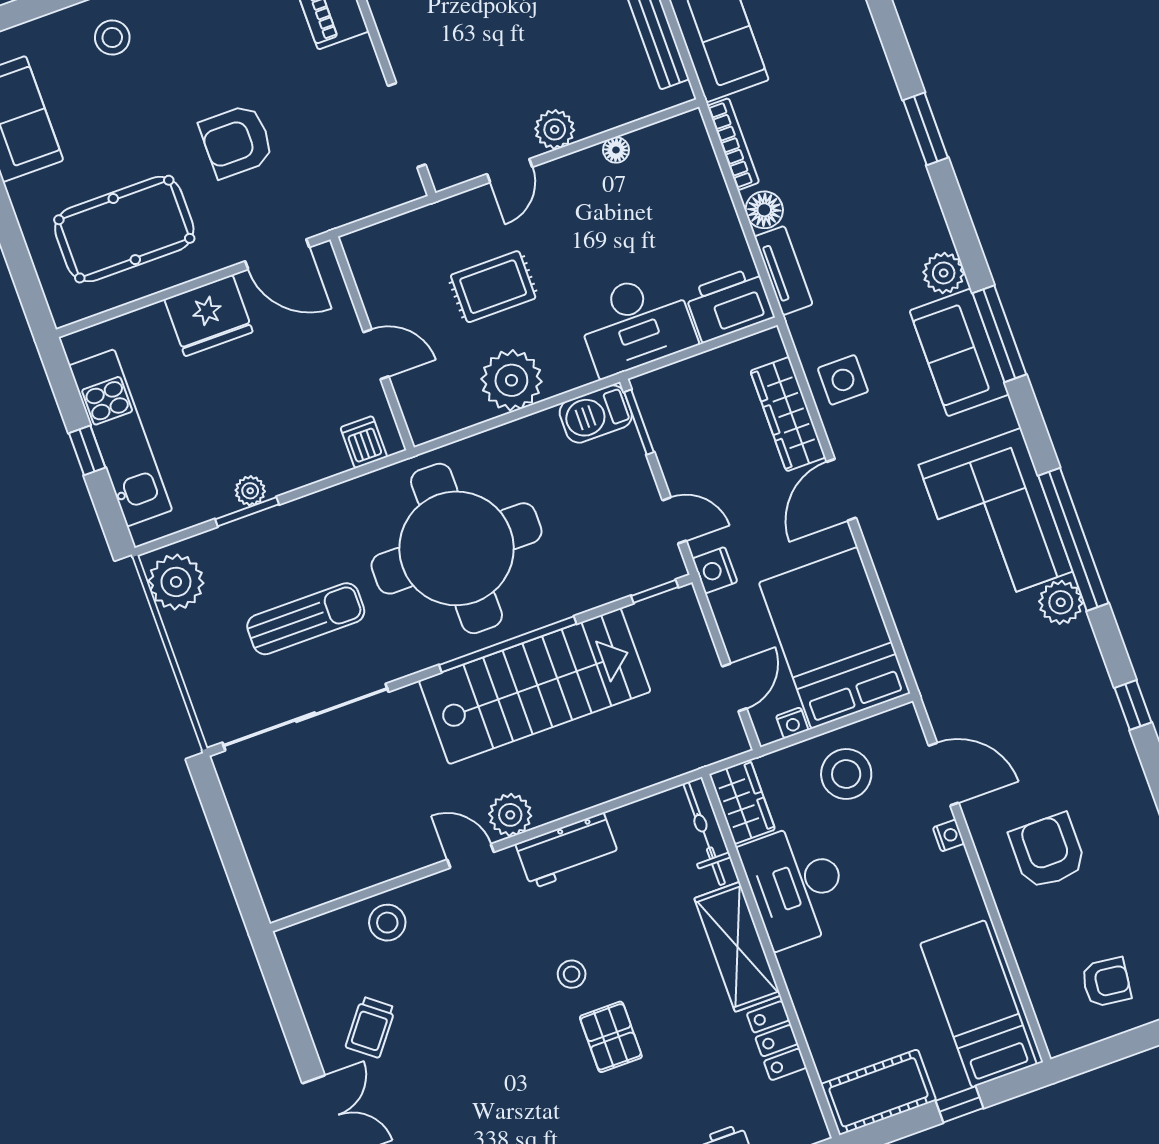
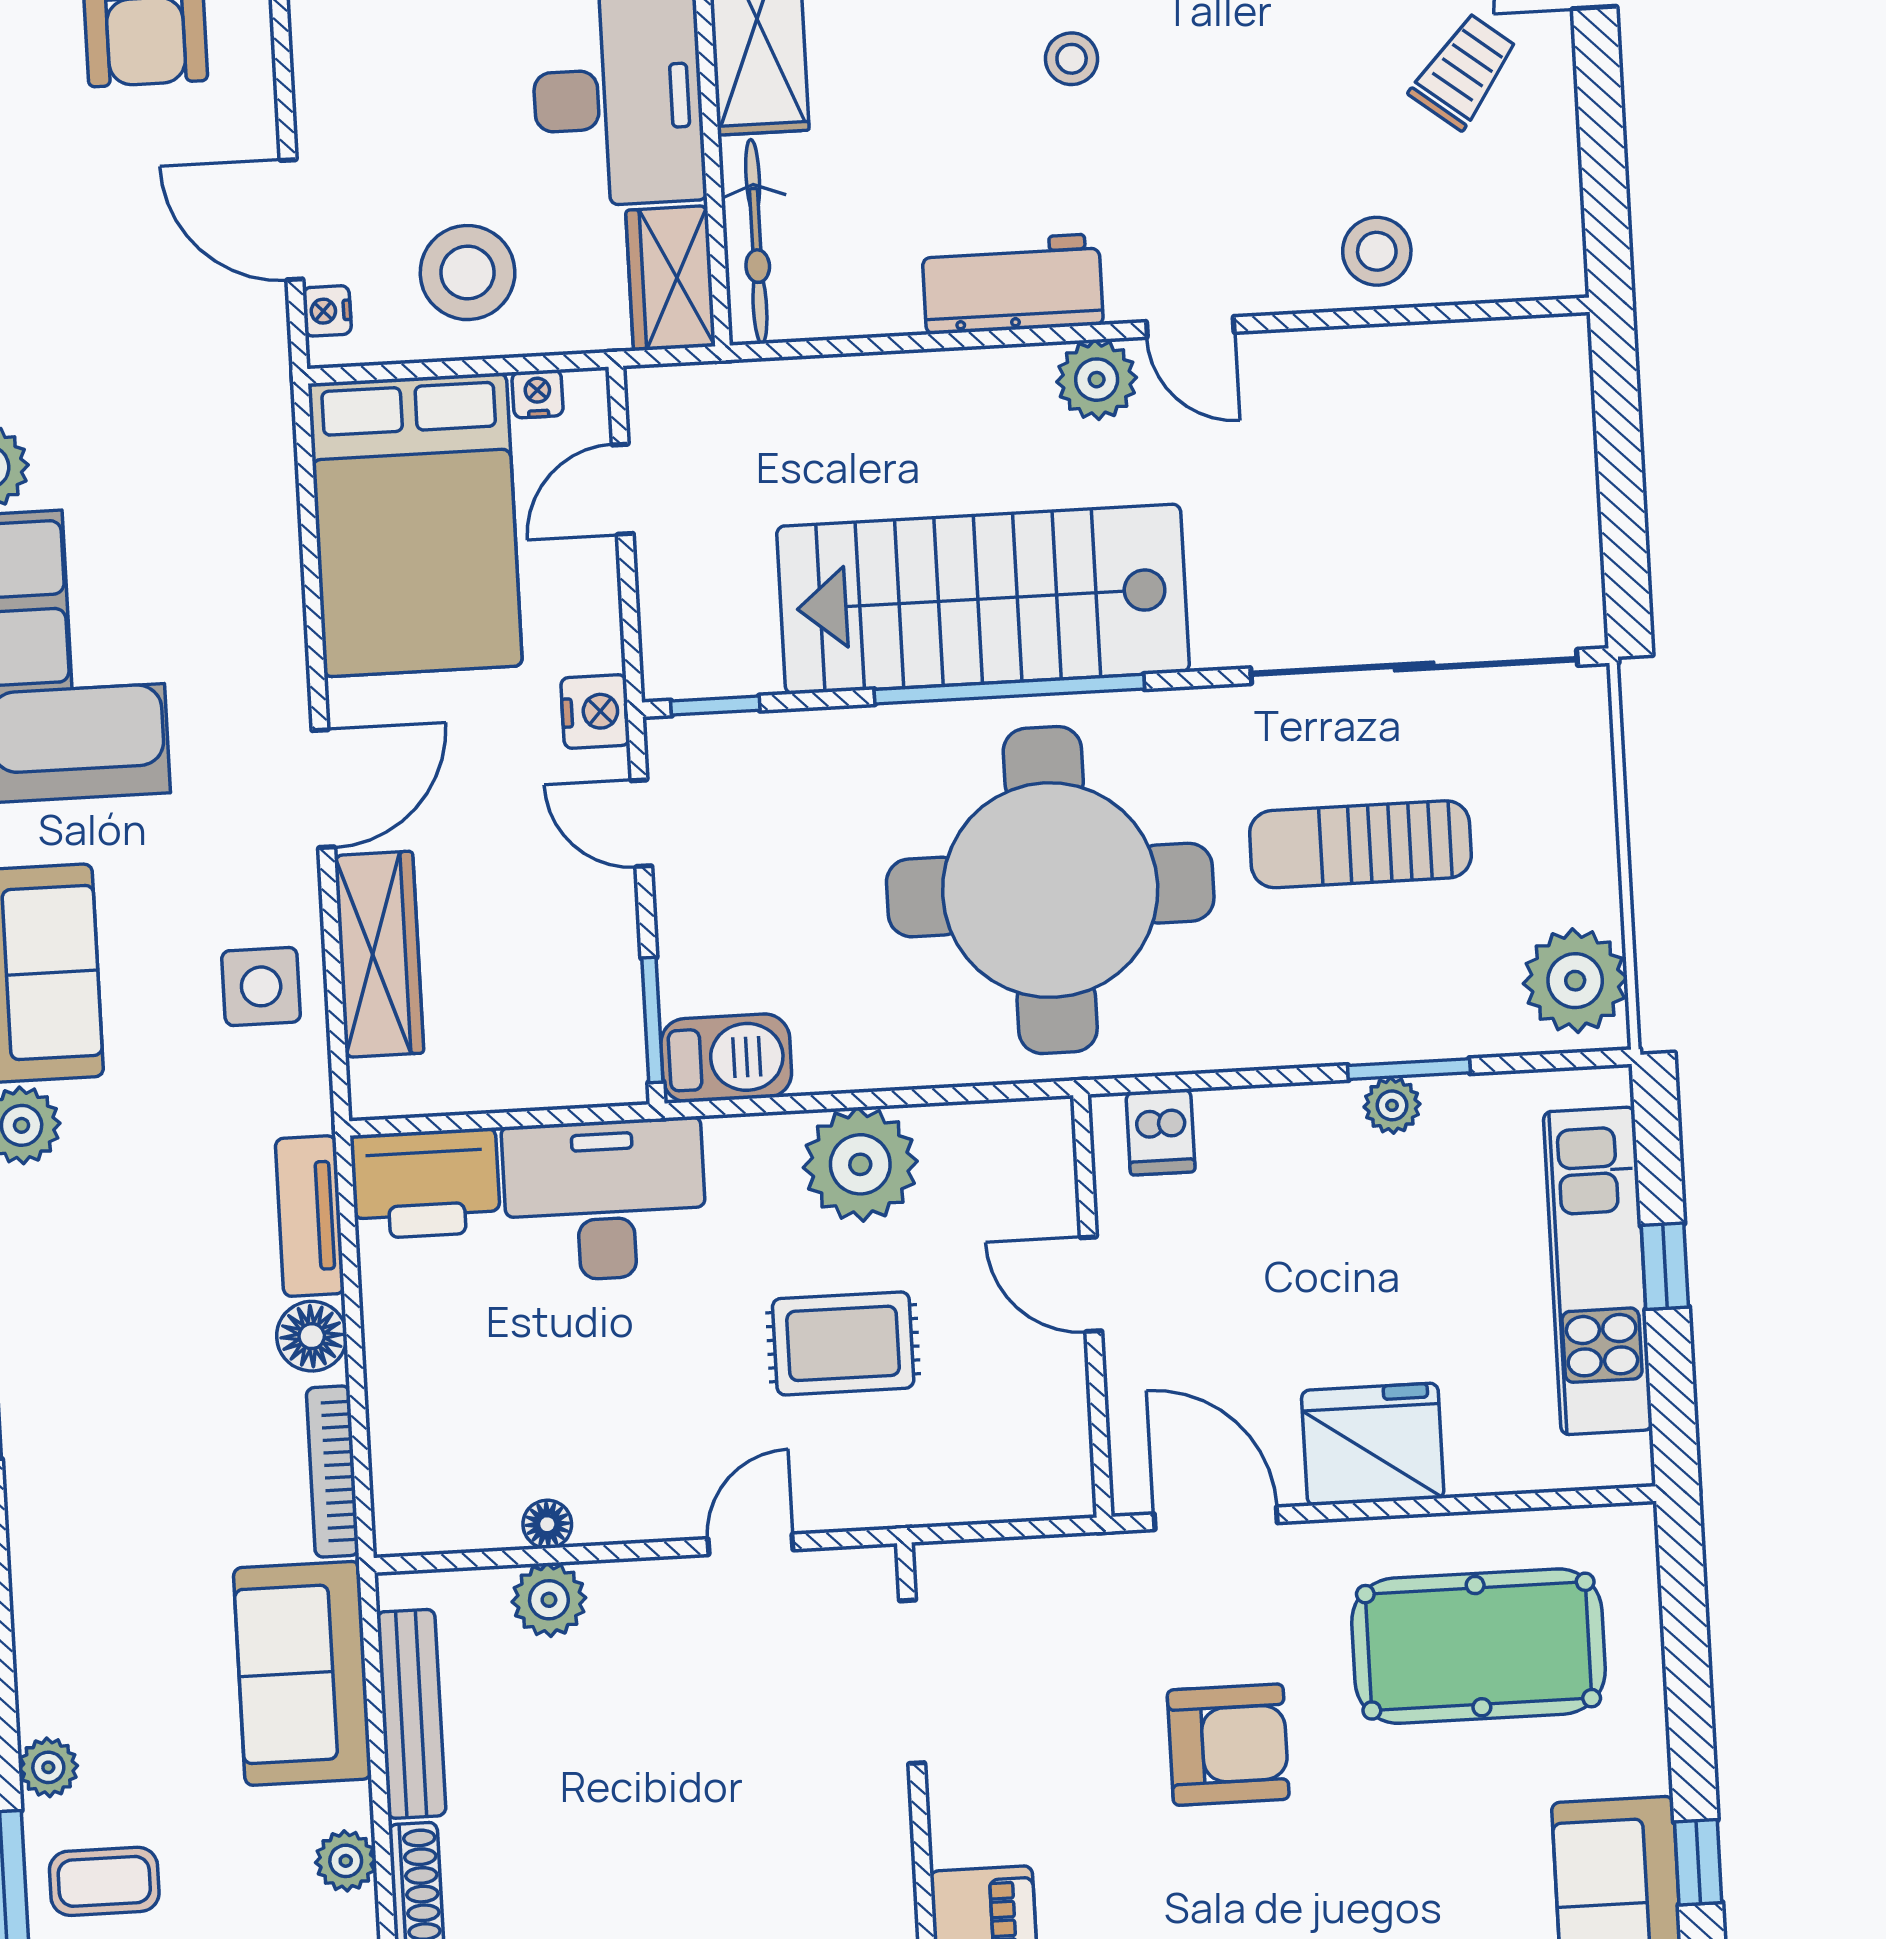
plant: (555, 129) -> (549, 1600), moved
nightstand: (949, 836) -> (327, 311), moved

